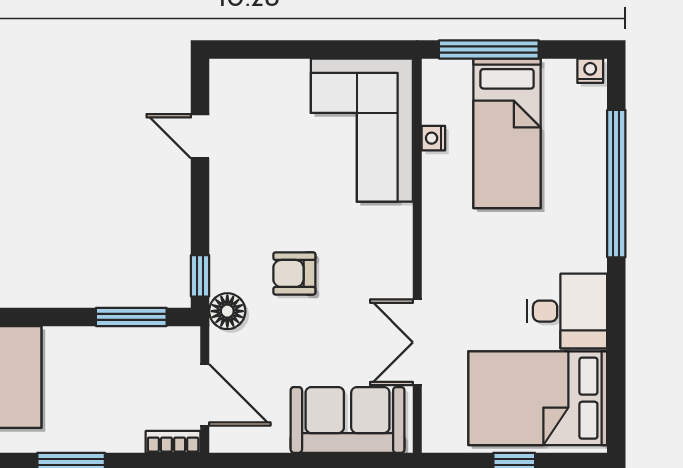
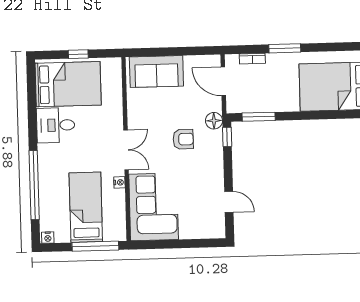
nightstand: (433, 138) -> (119, 182), moved
double door: (417, 342) -> (126, 150), moved
bookcase: (173, 442) -> (252, 59), moved

